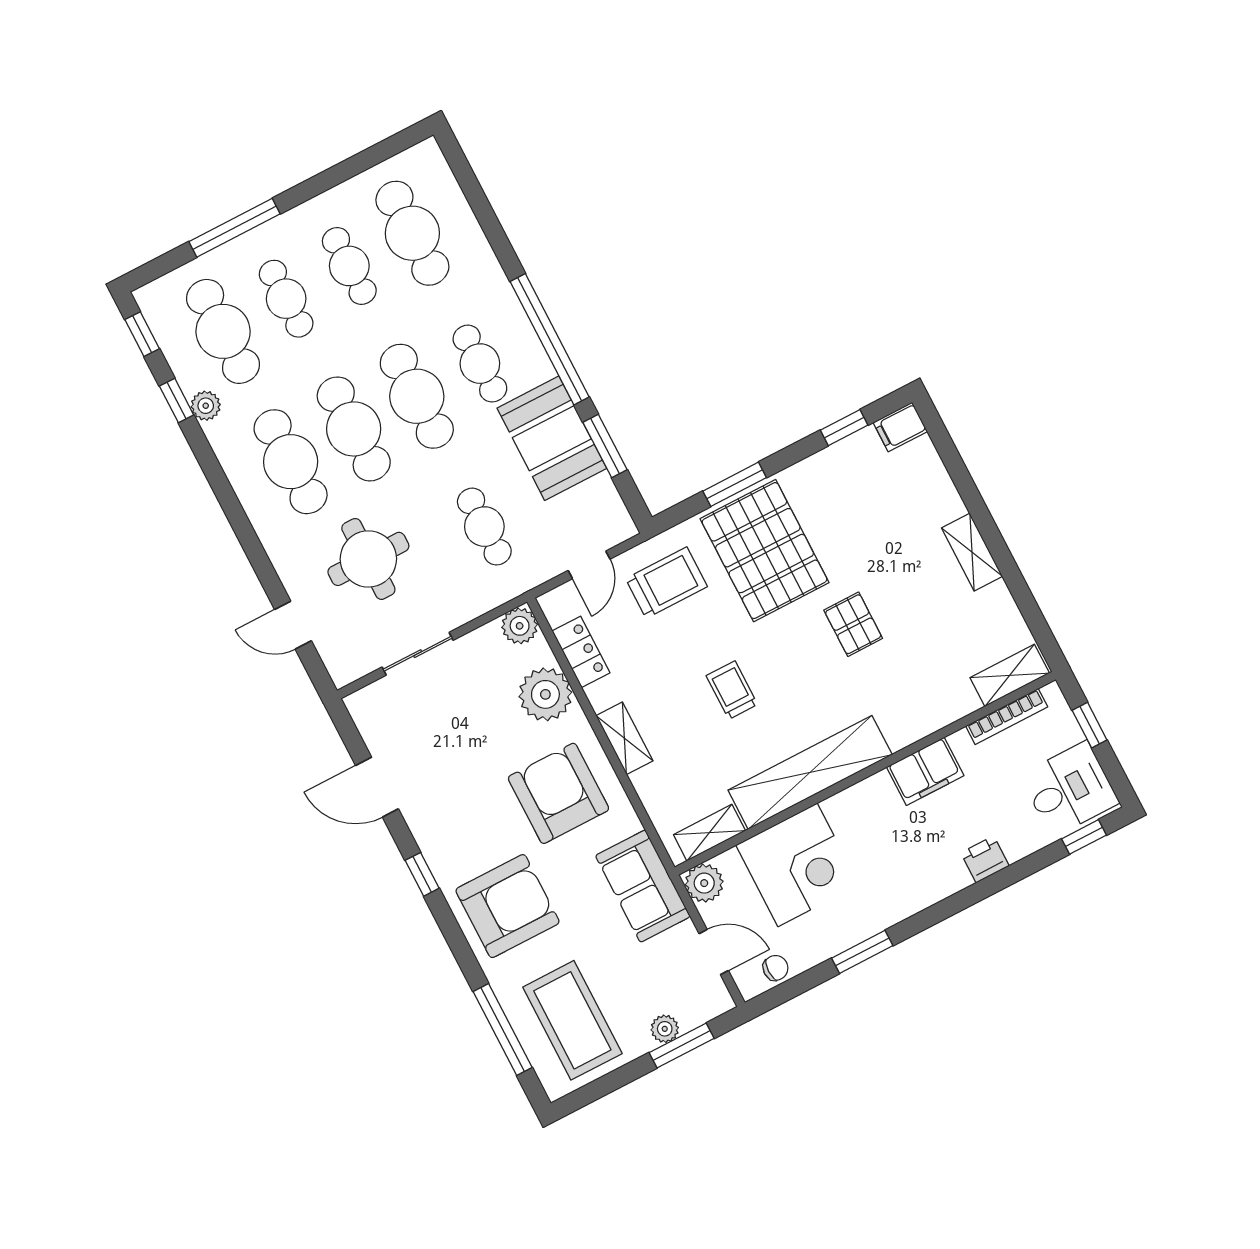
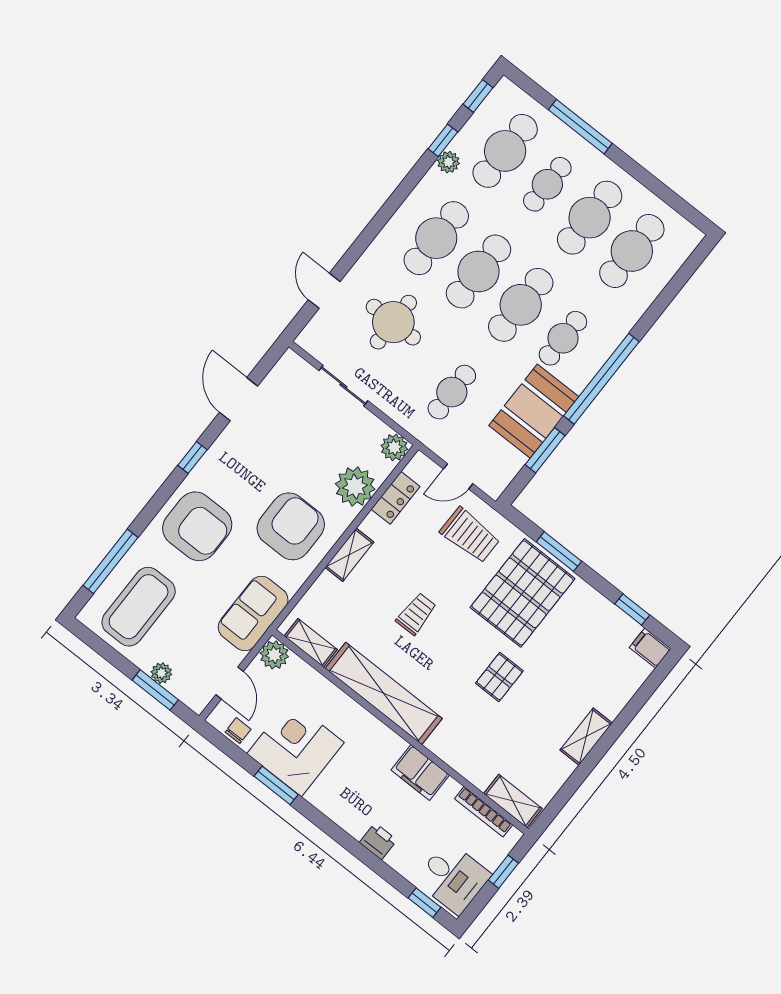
cafe table: (349, 266) -> (590, 218), width x1.37, depth x1.35
corner desk: (798, 865) -> (296, 748), moved, turned 180
chair: (776, 968) -> (238, 731), turned -90

